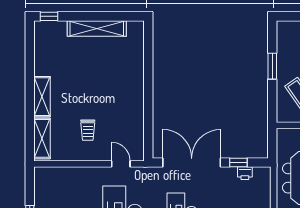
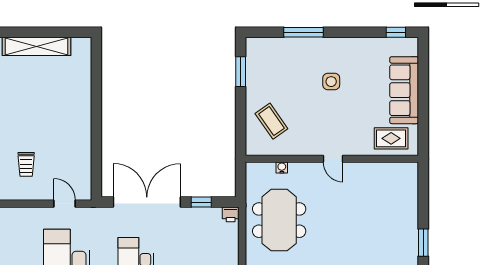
window: (272, 66) -> (241, 72), moved
printer: (245, 173) -> (231, 214), moved

